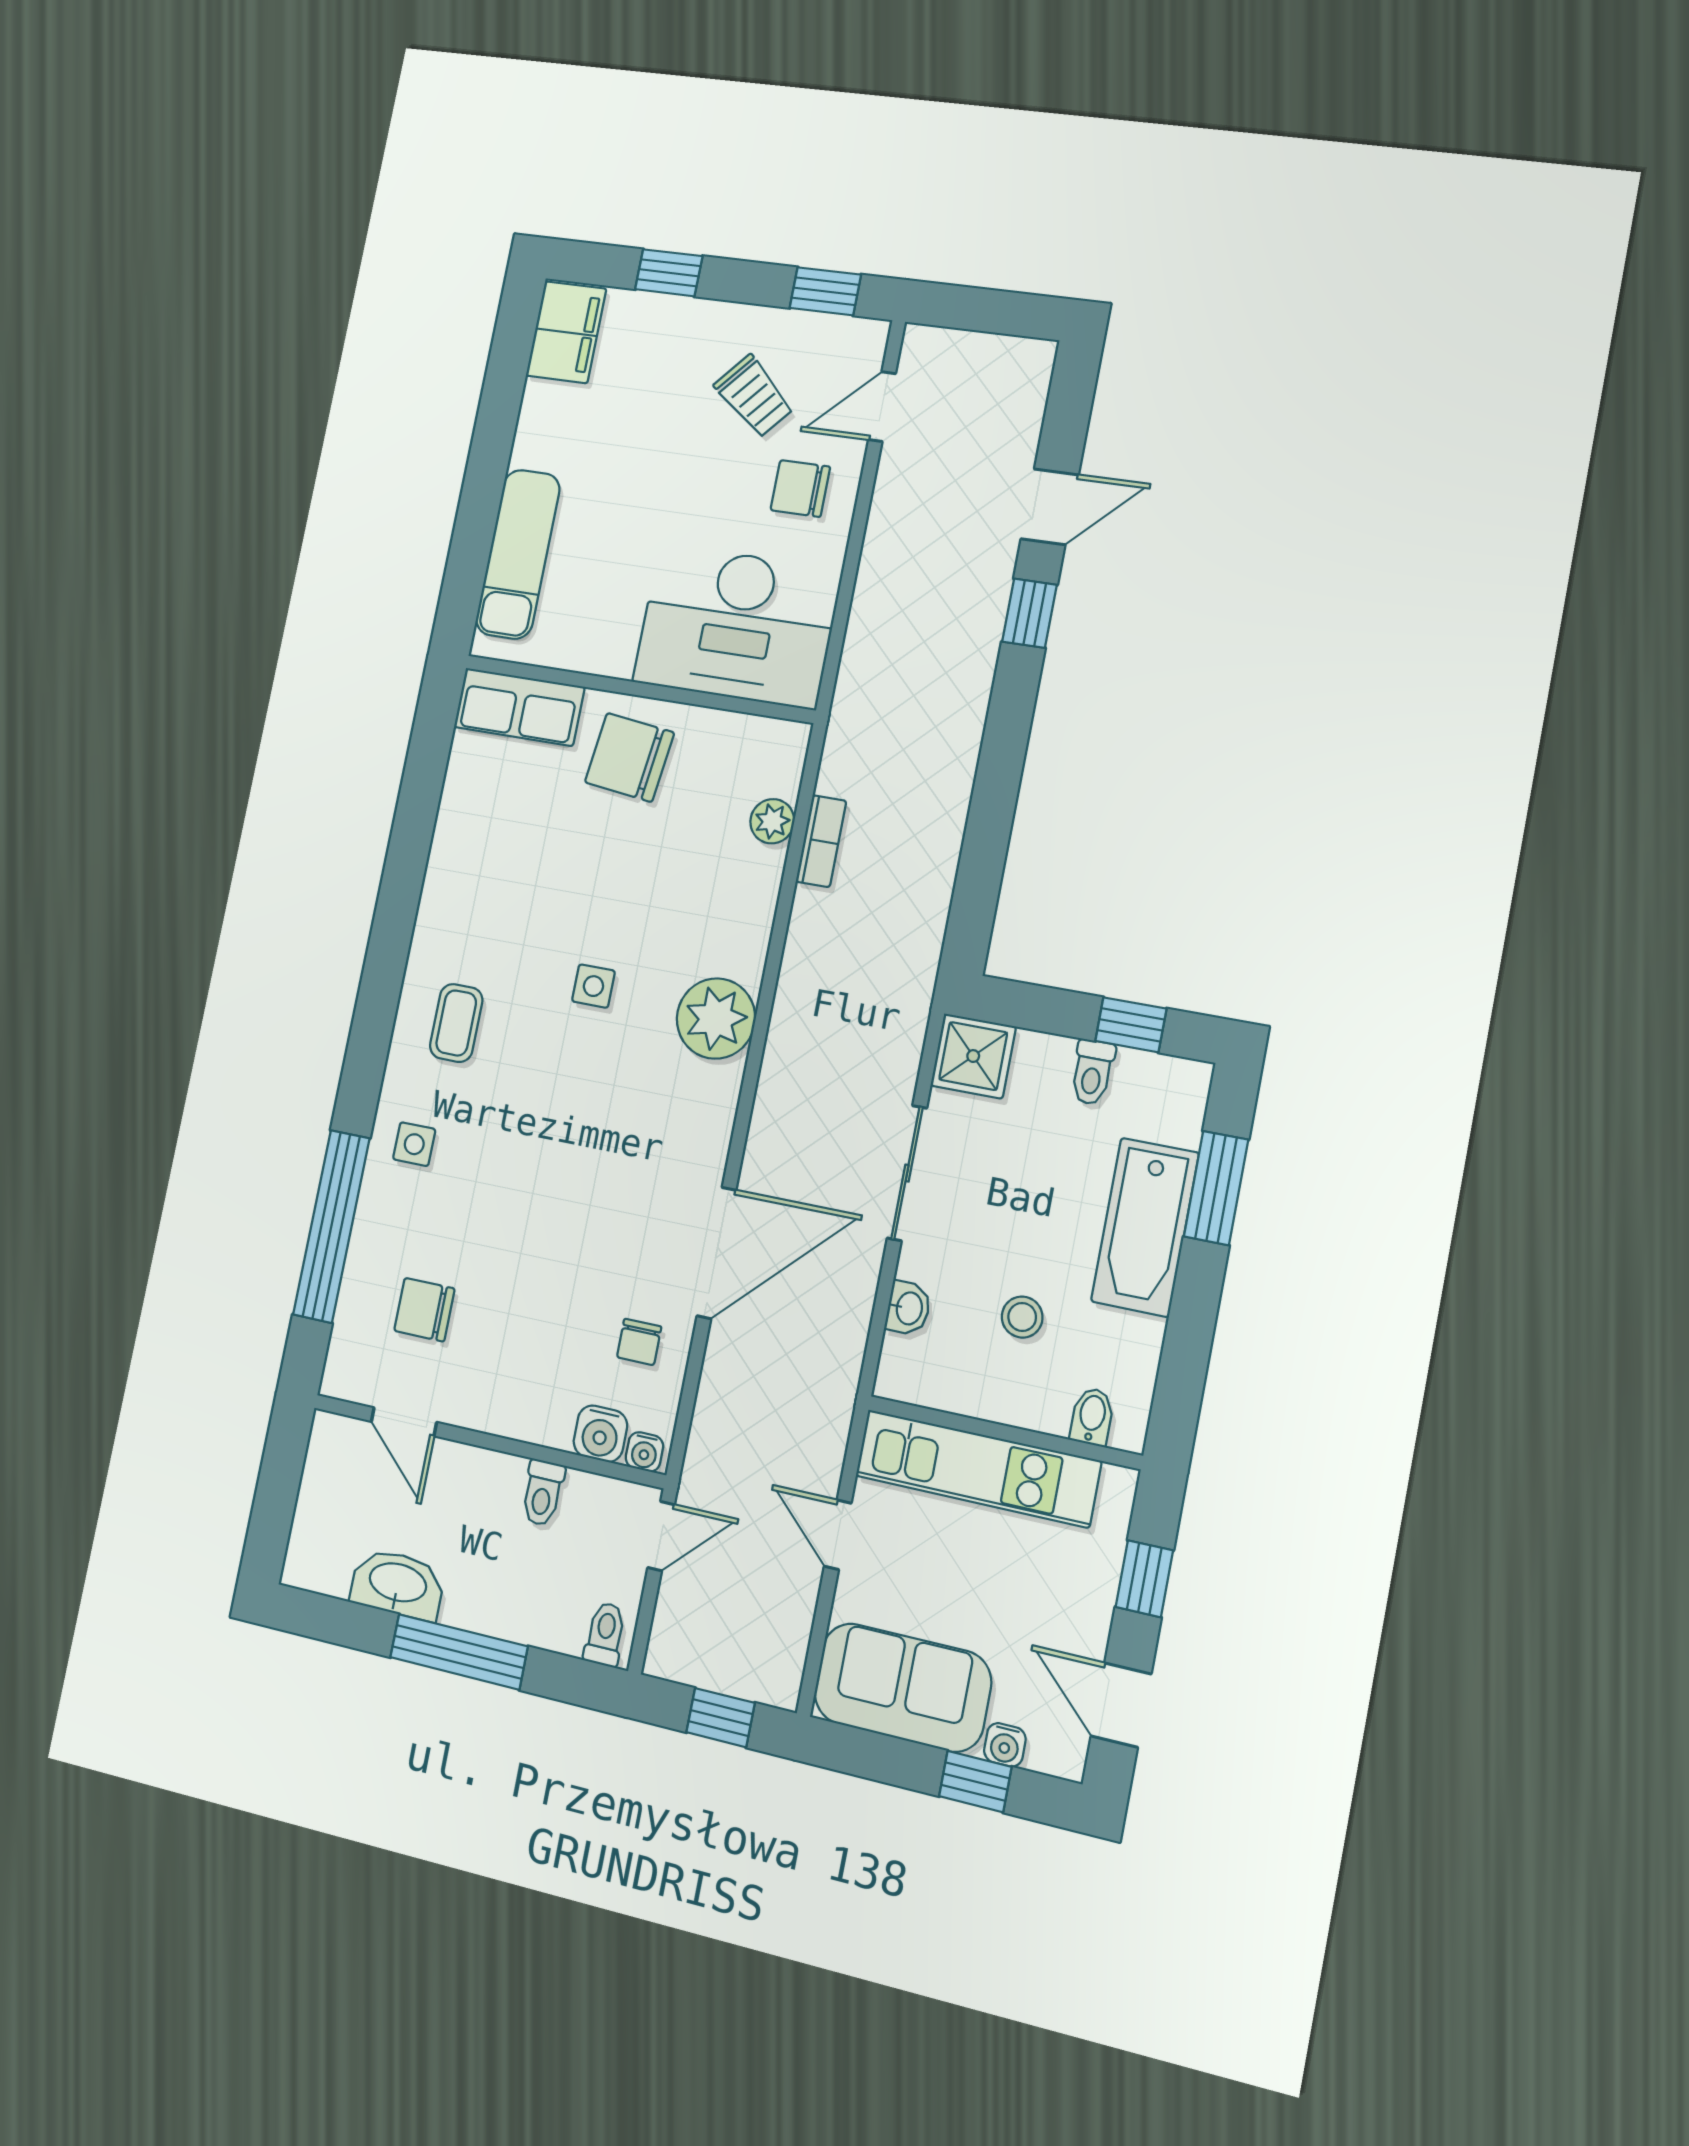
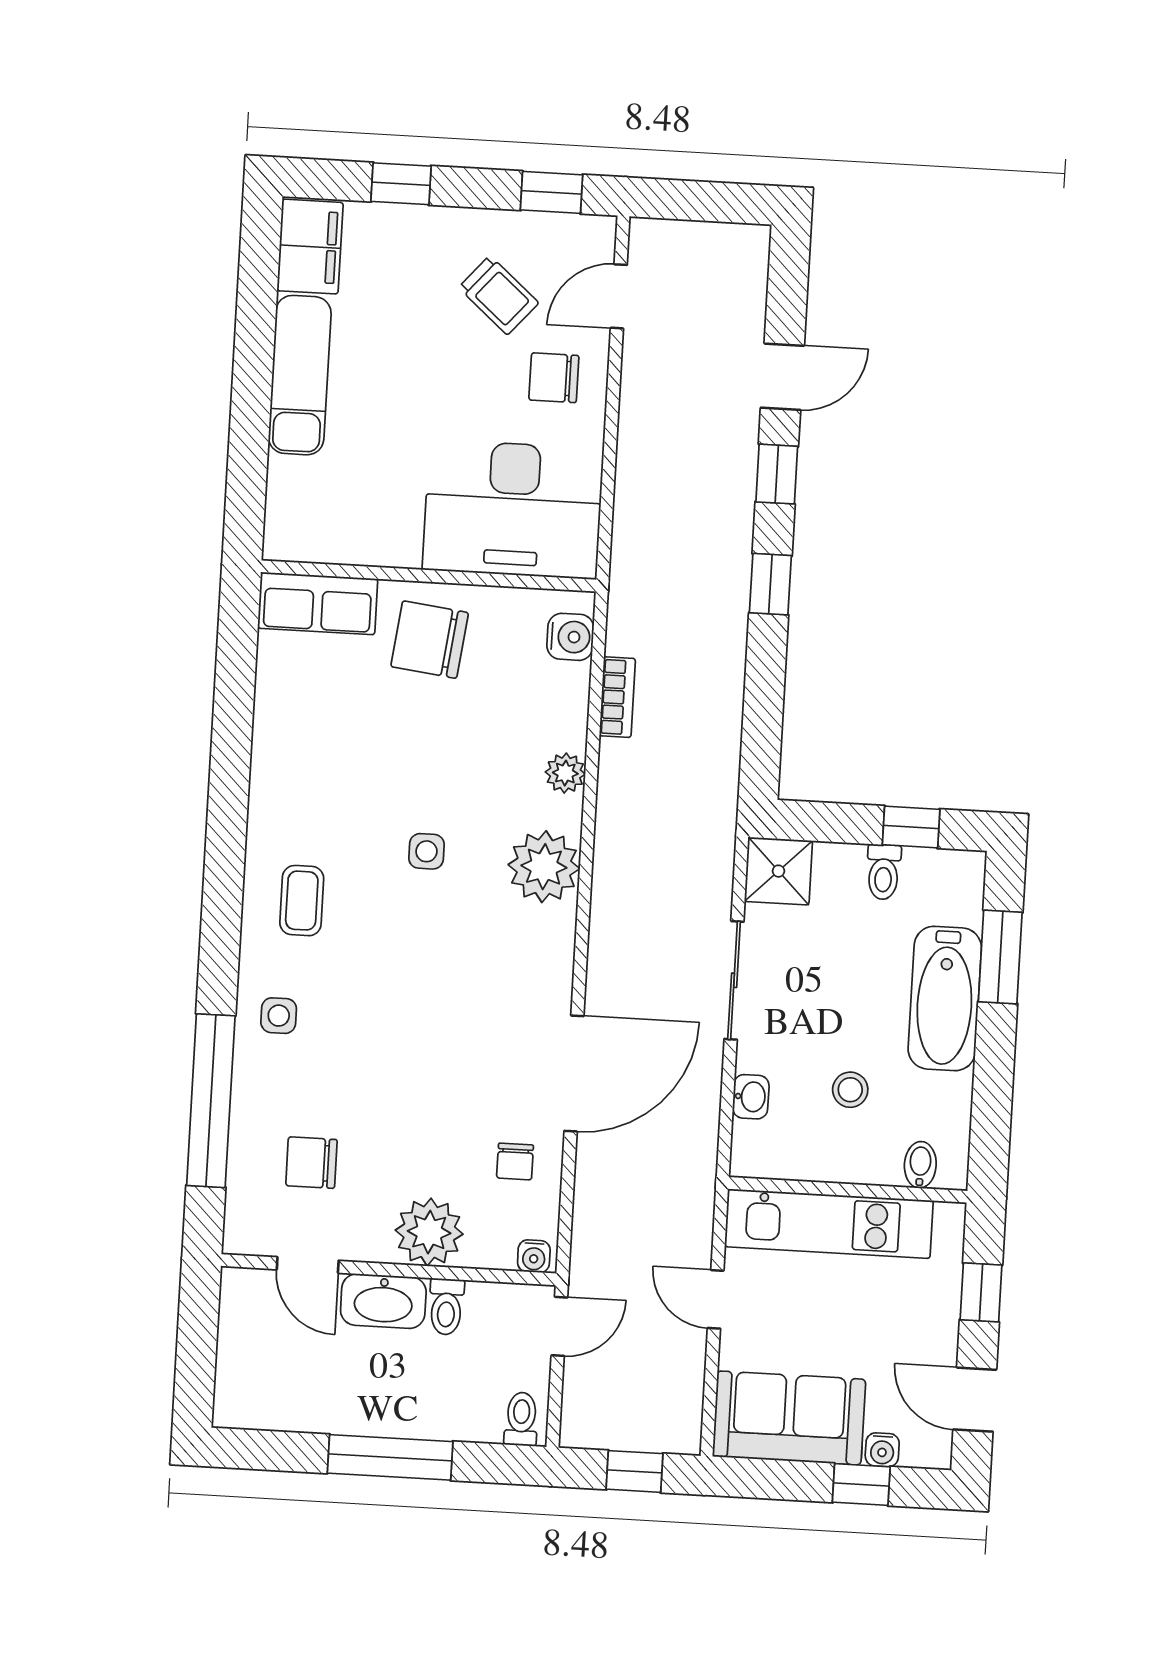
exam couch: (518, 554) -> (300, 375), moved
window: (1006, 734) -> (770, 584), added
plant: (772, 821) -> (565, 773), moved
plant: (536, 1406) -> (429, 1232), added
water cooler: (600, 1434) -> (570, 637), moved, turned -90
washbasin: (398, 1584) -> (383, 1301), moved, turned 180

